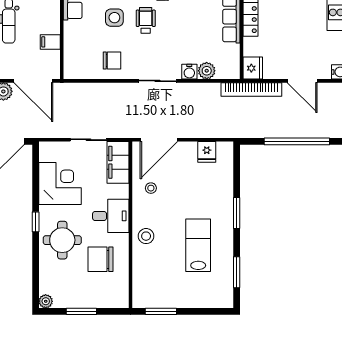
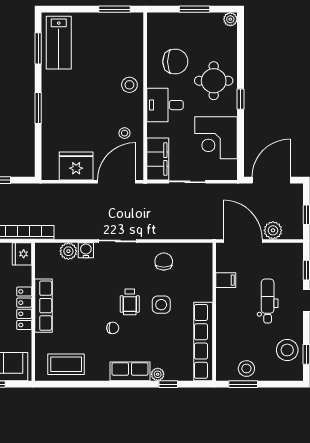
chair: (112, 60) -> (164, 261), turned 90
fridge: (207, 152) -> (76, 166), width x1.88, depth x1.34
lab bench: (198, 245) -> (59, 43), moved

